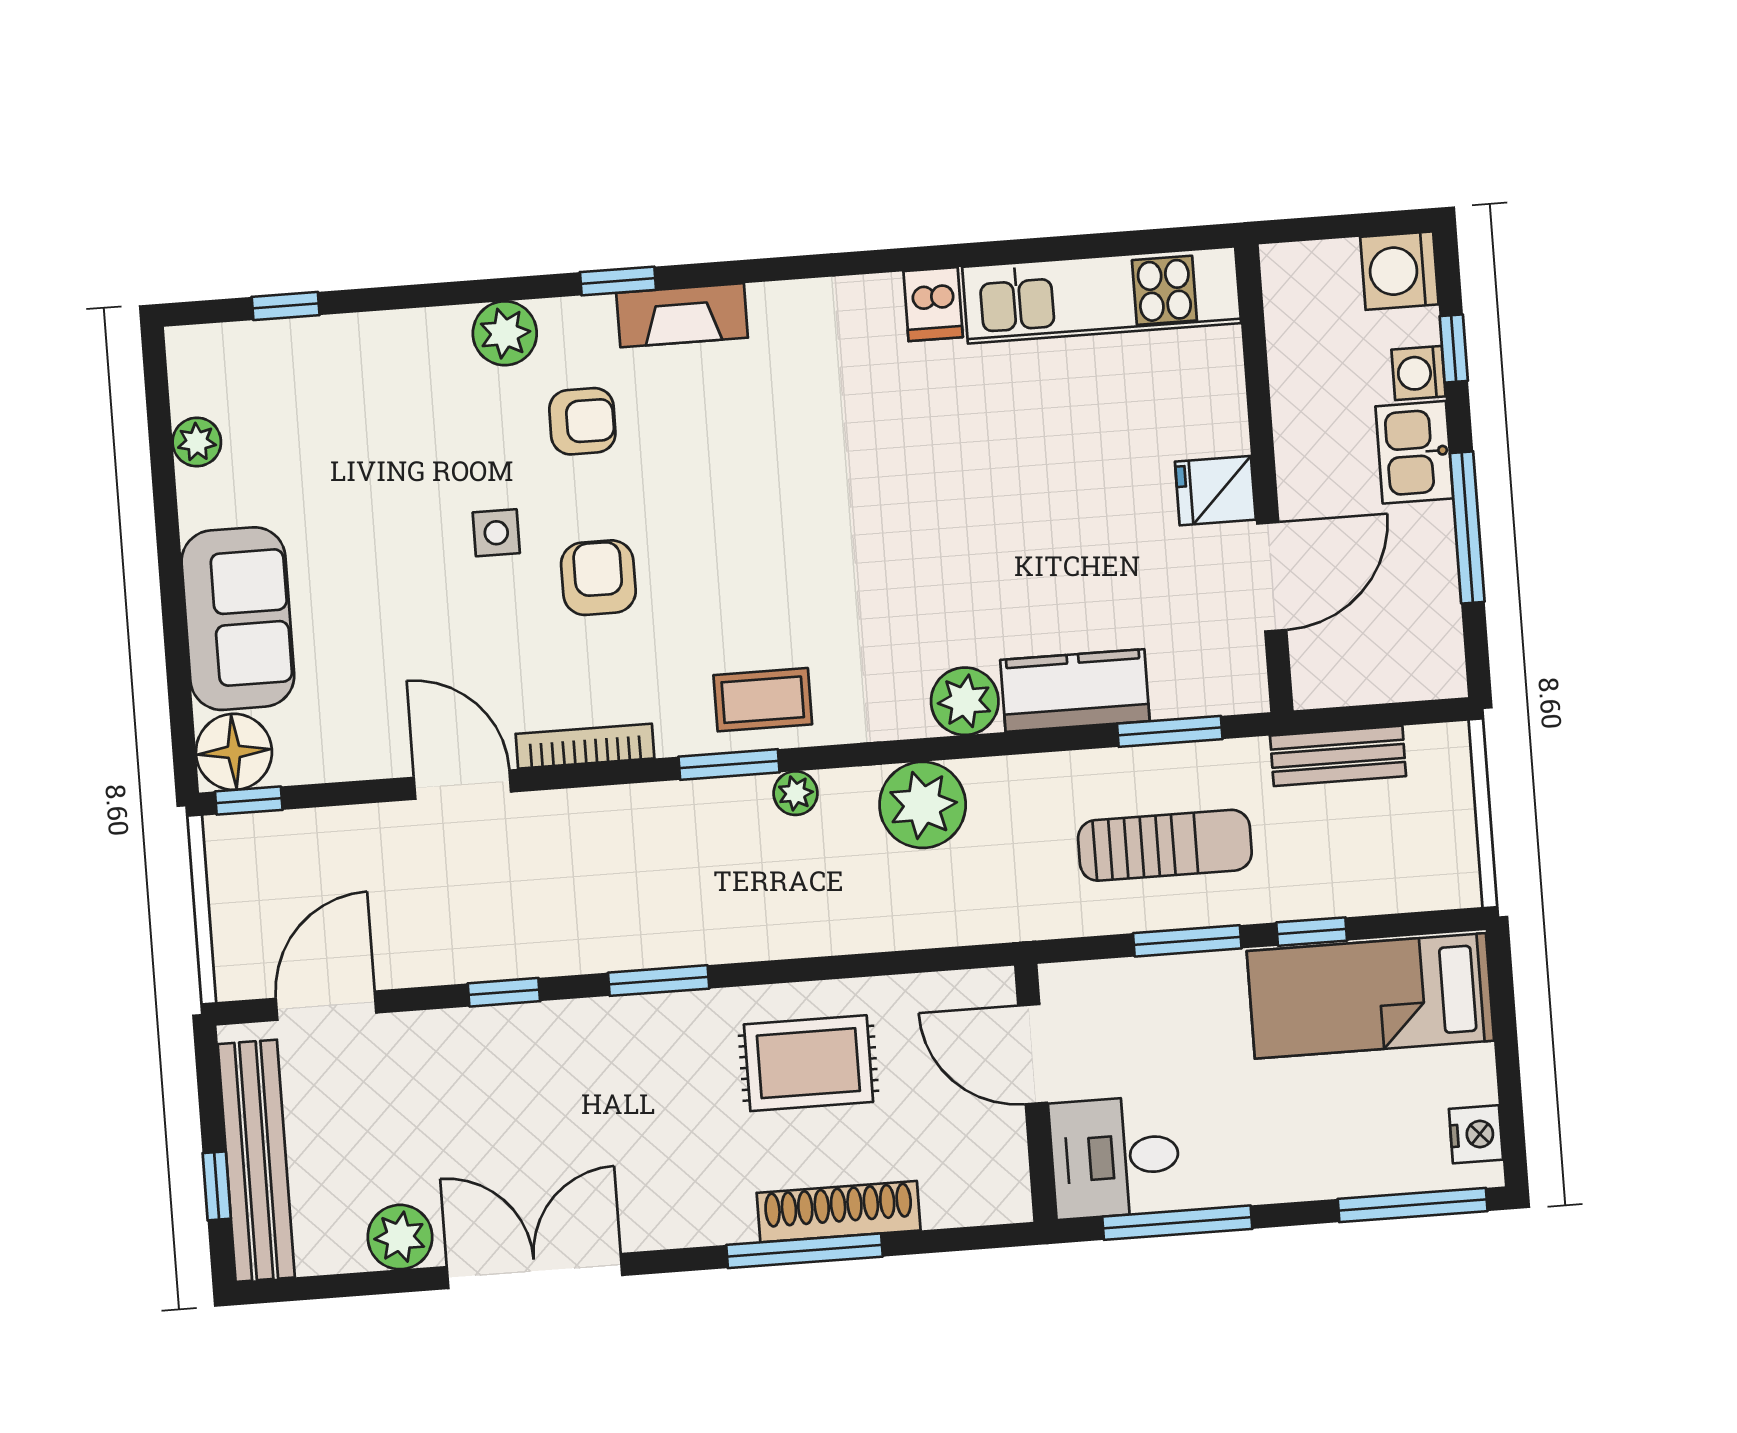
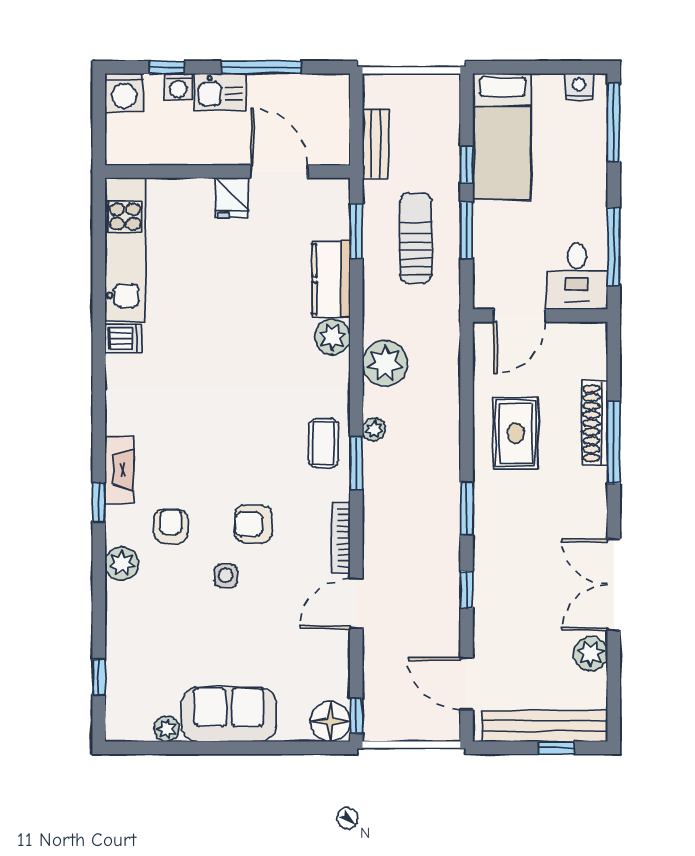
sofa: (238, 619) -> (229, 714), moved

